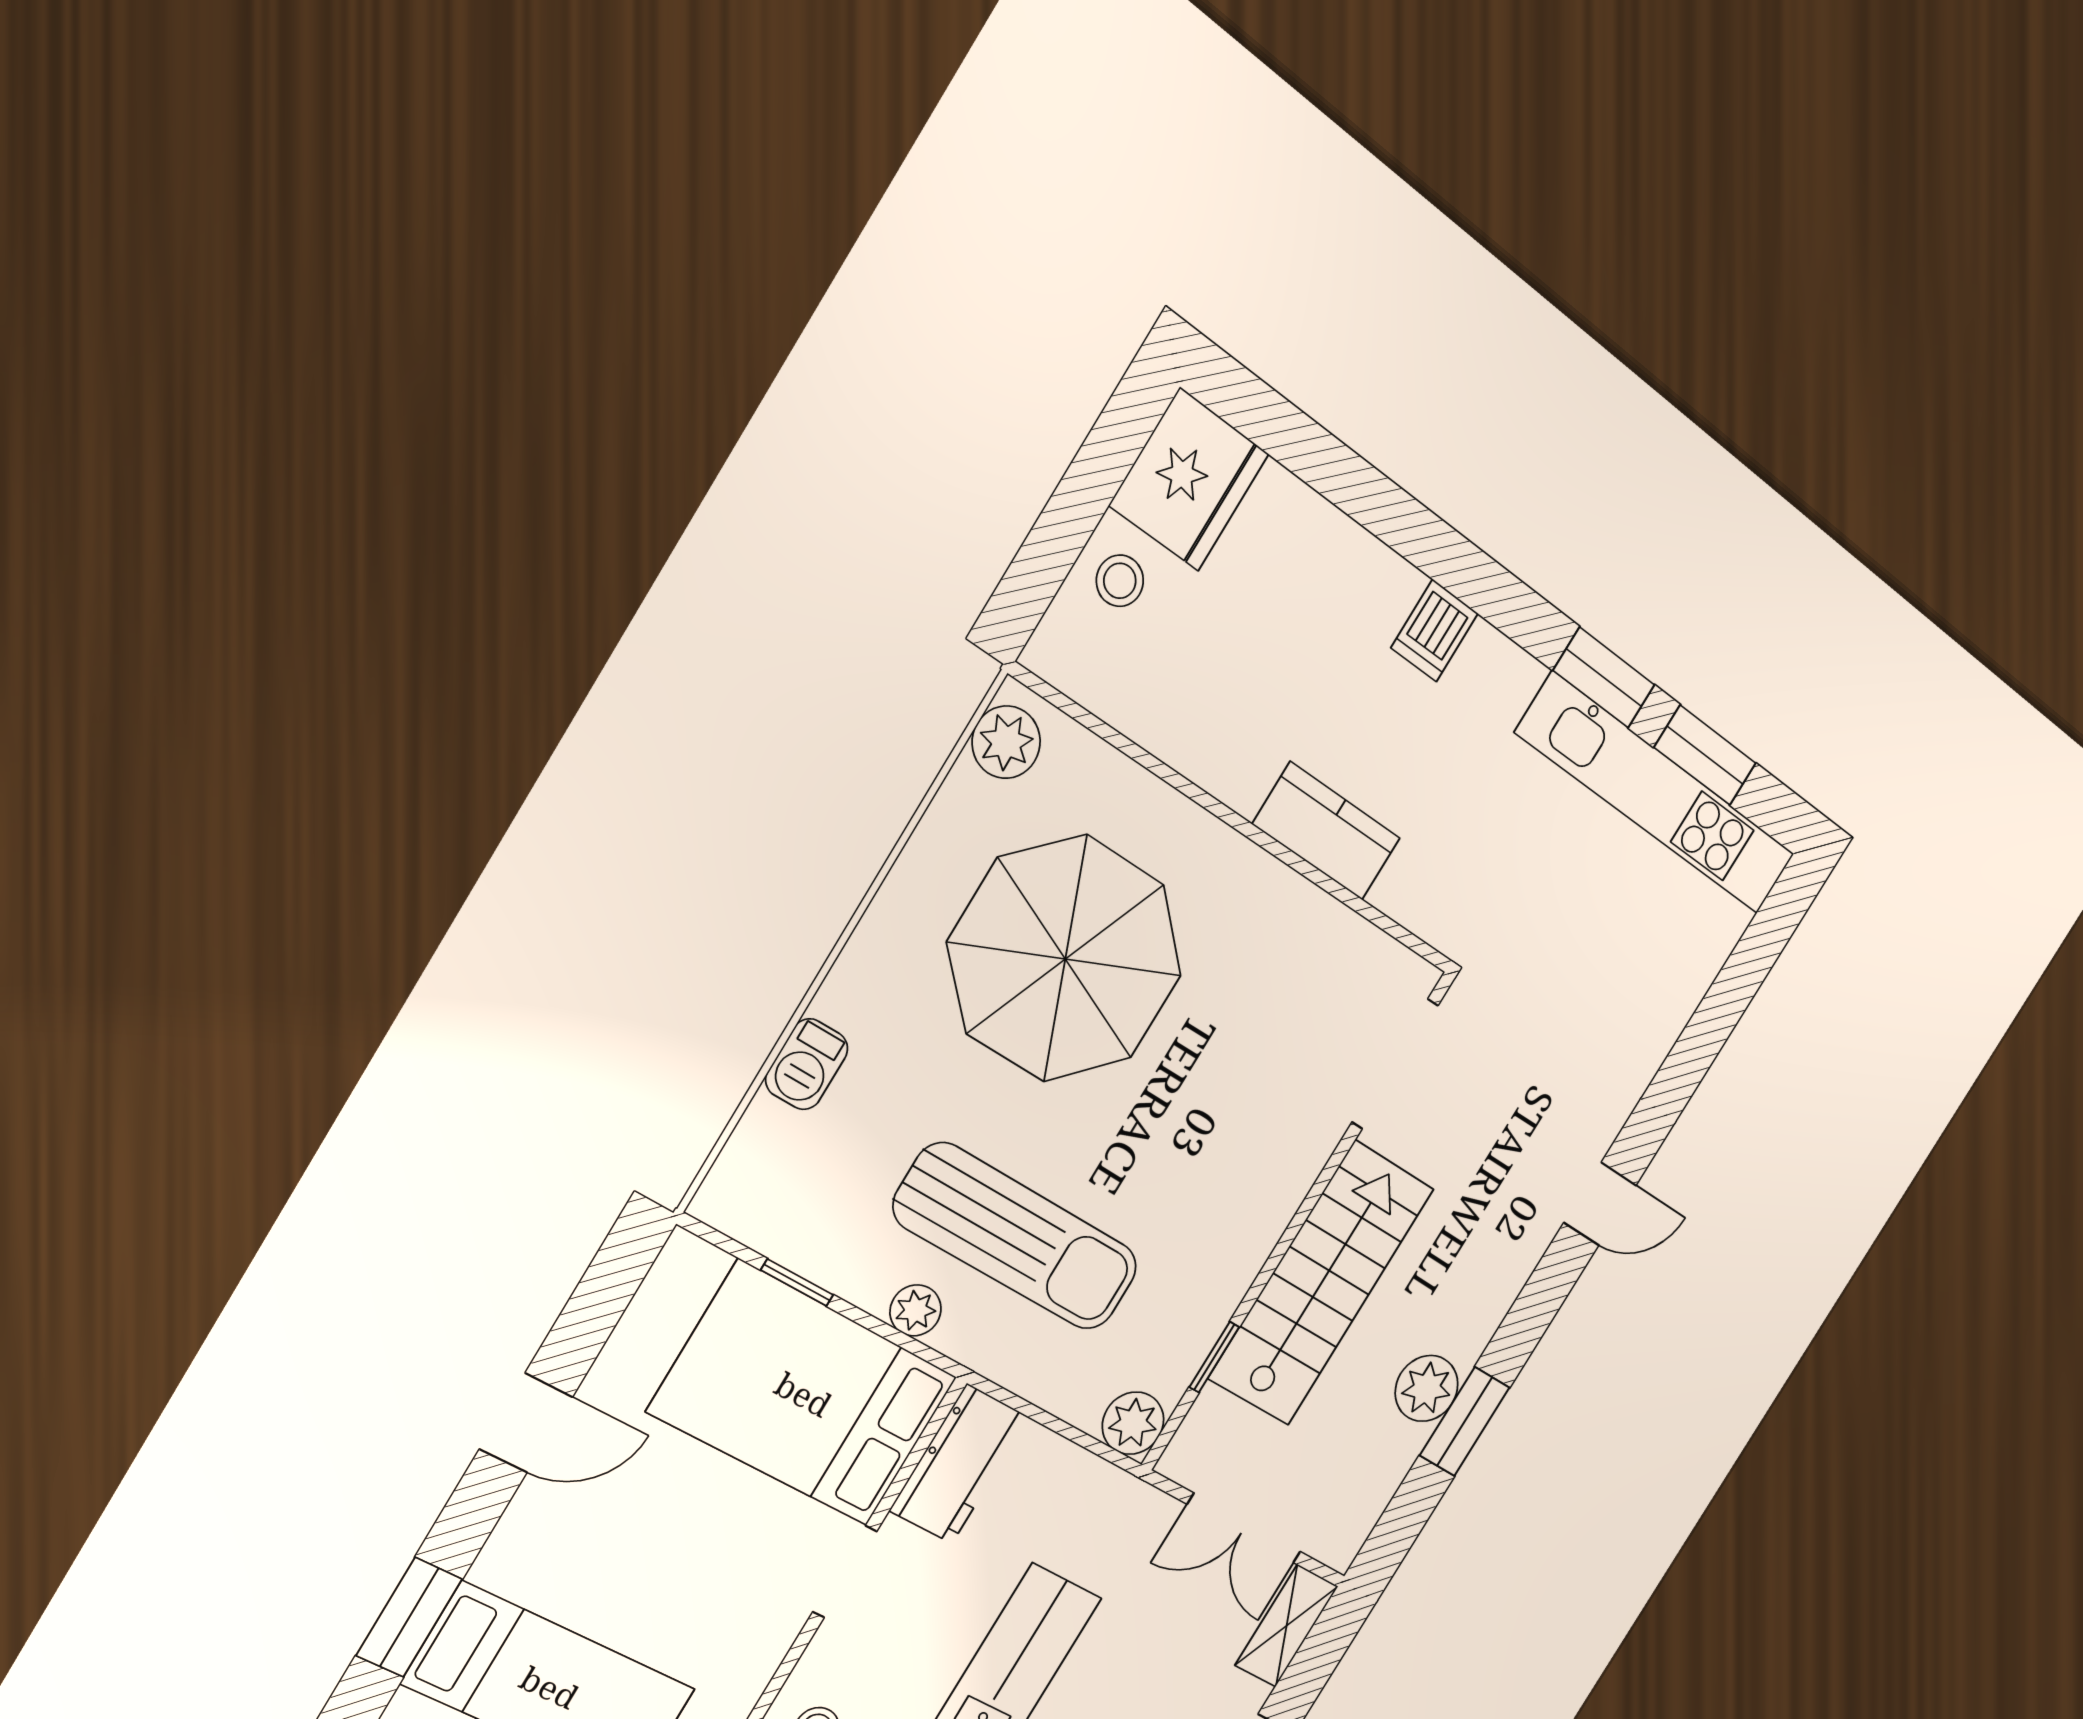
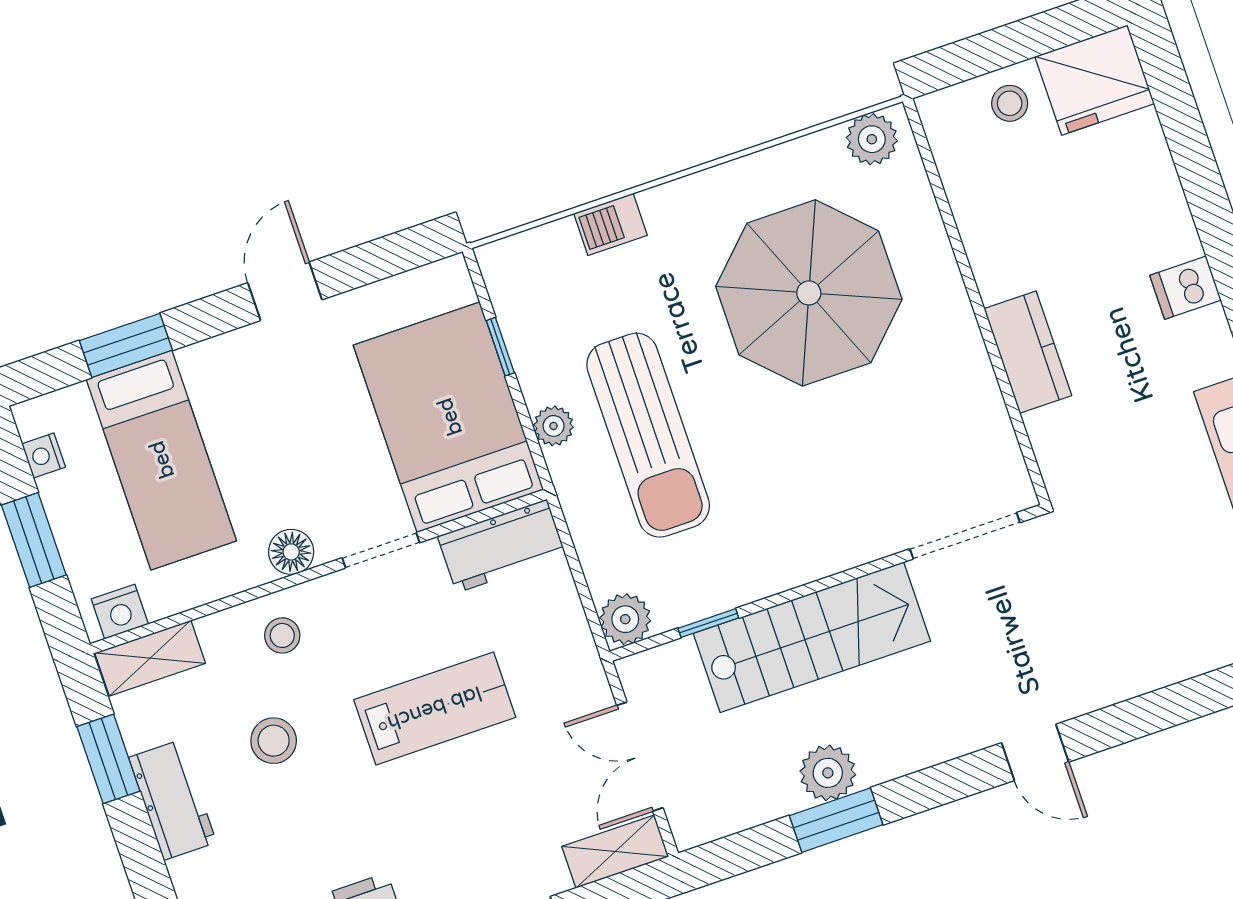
door: (526, 1423) -> (285, 291), swing flipped
floor lamp: (758, 1651) -> (291, 552), added

